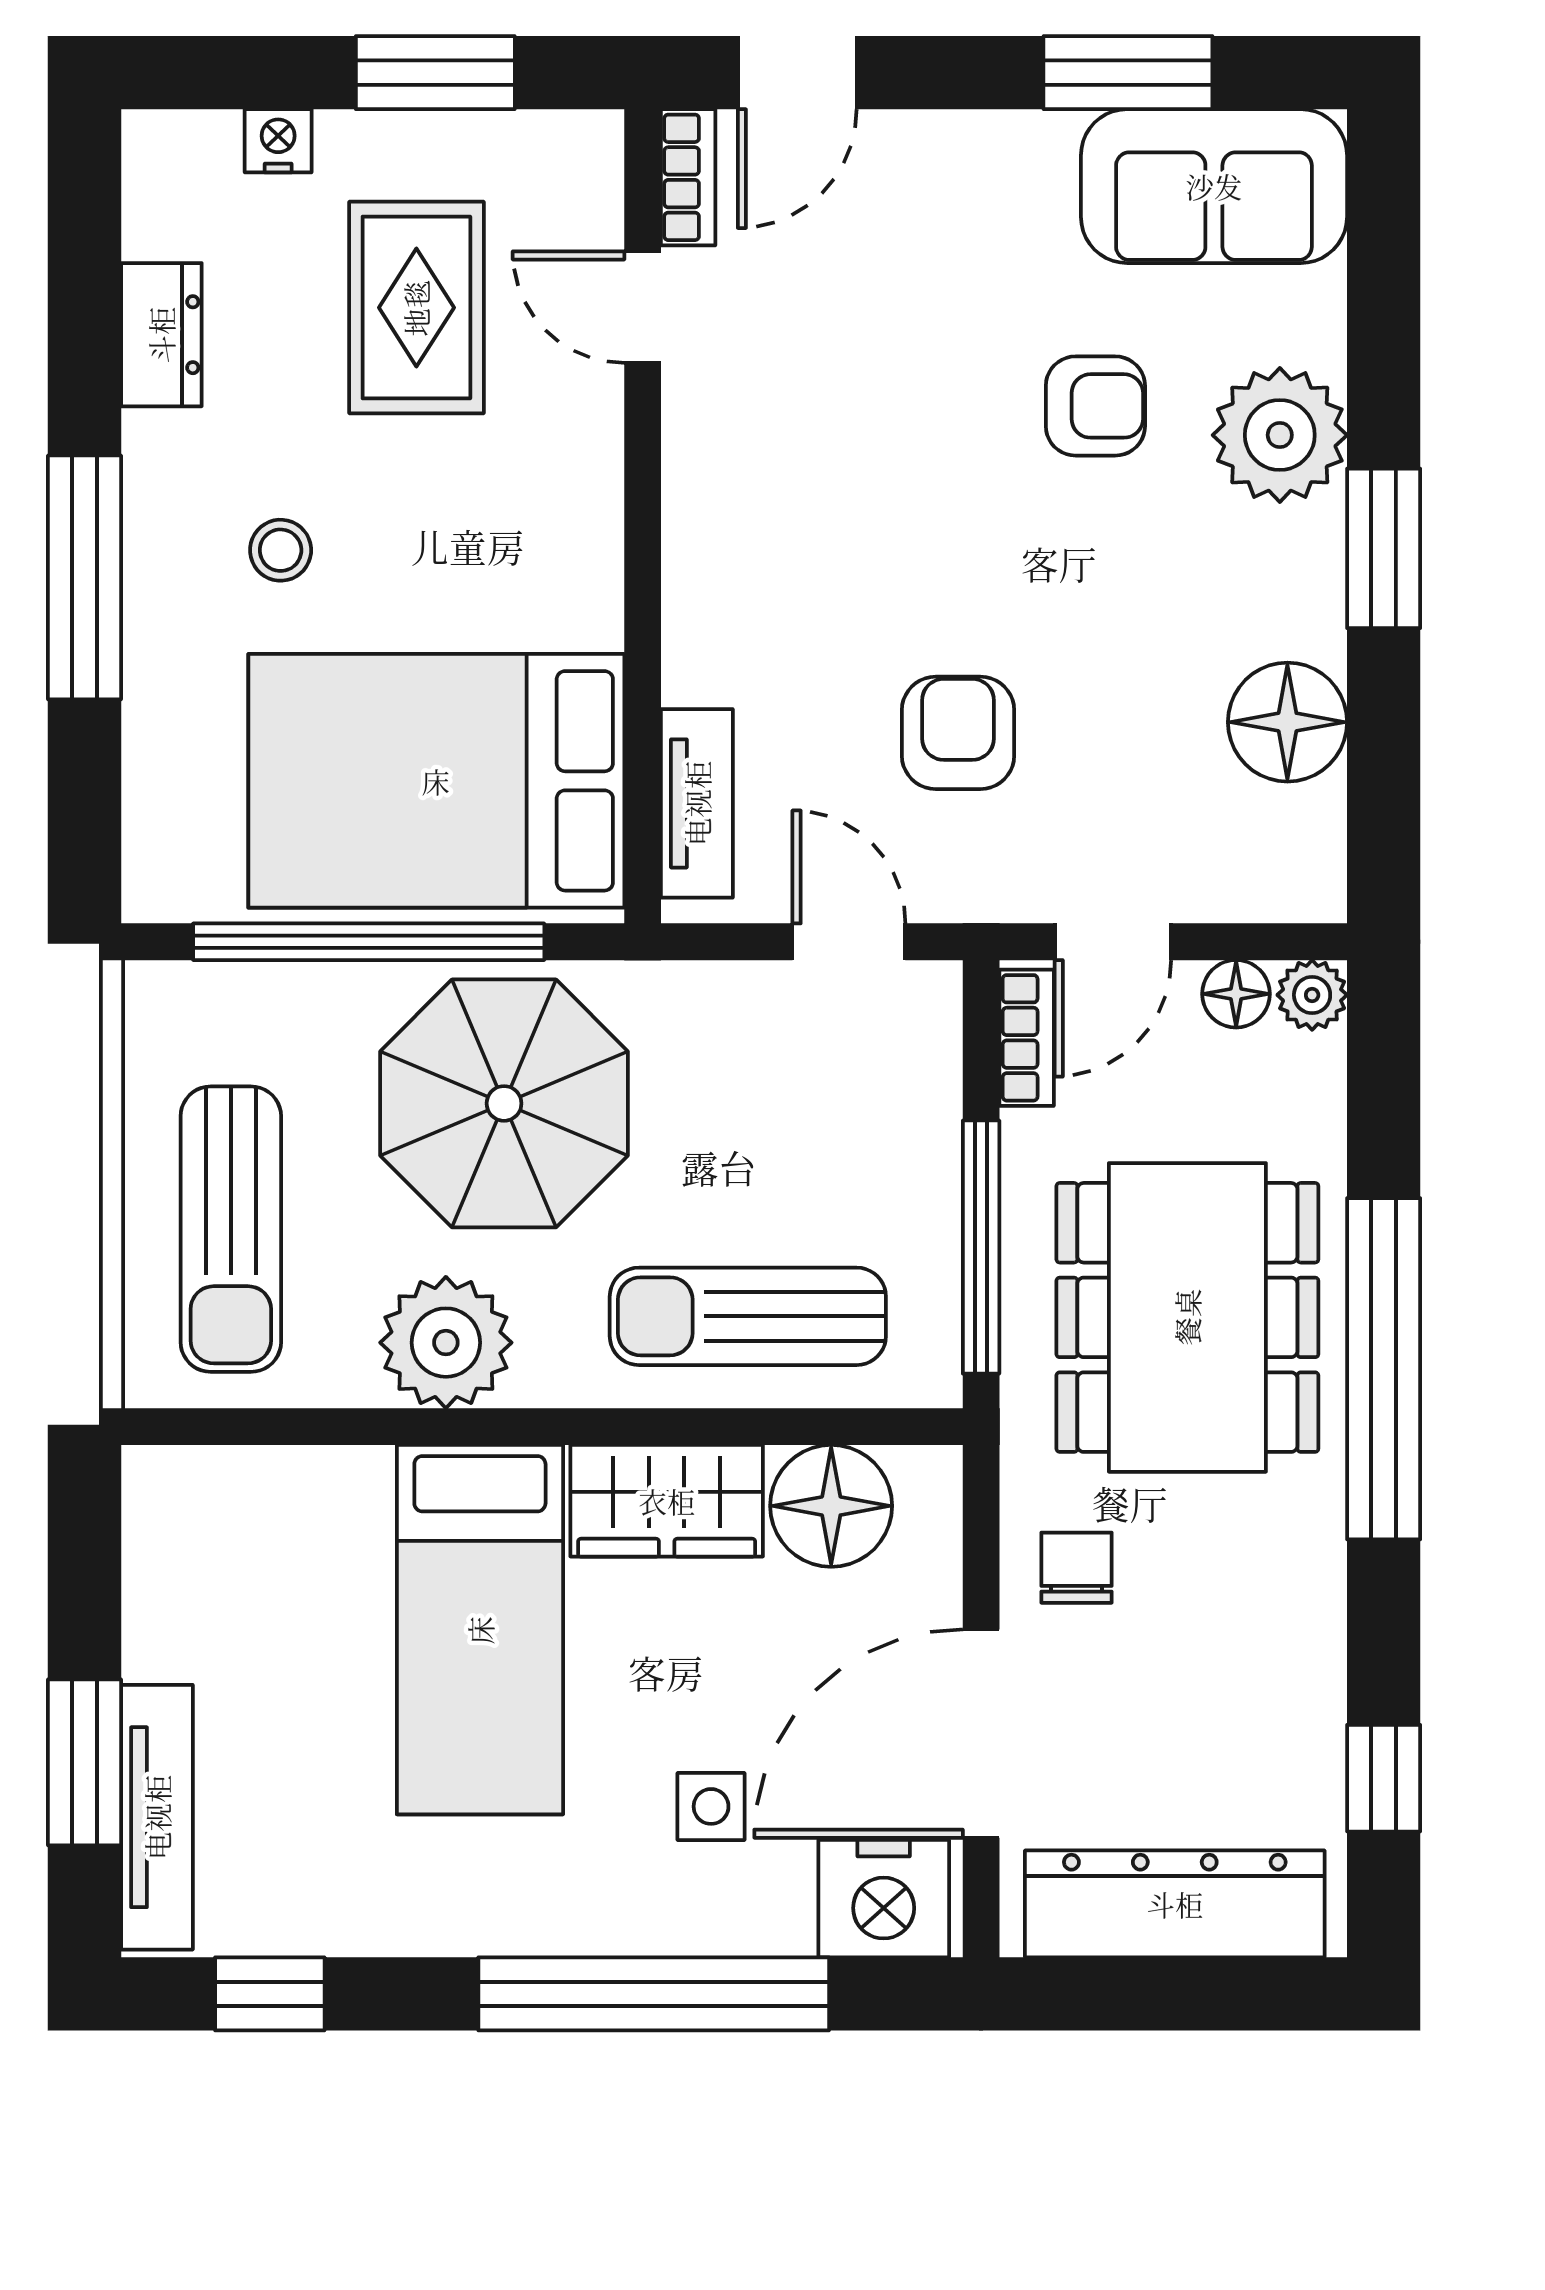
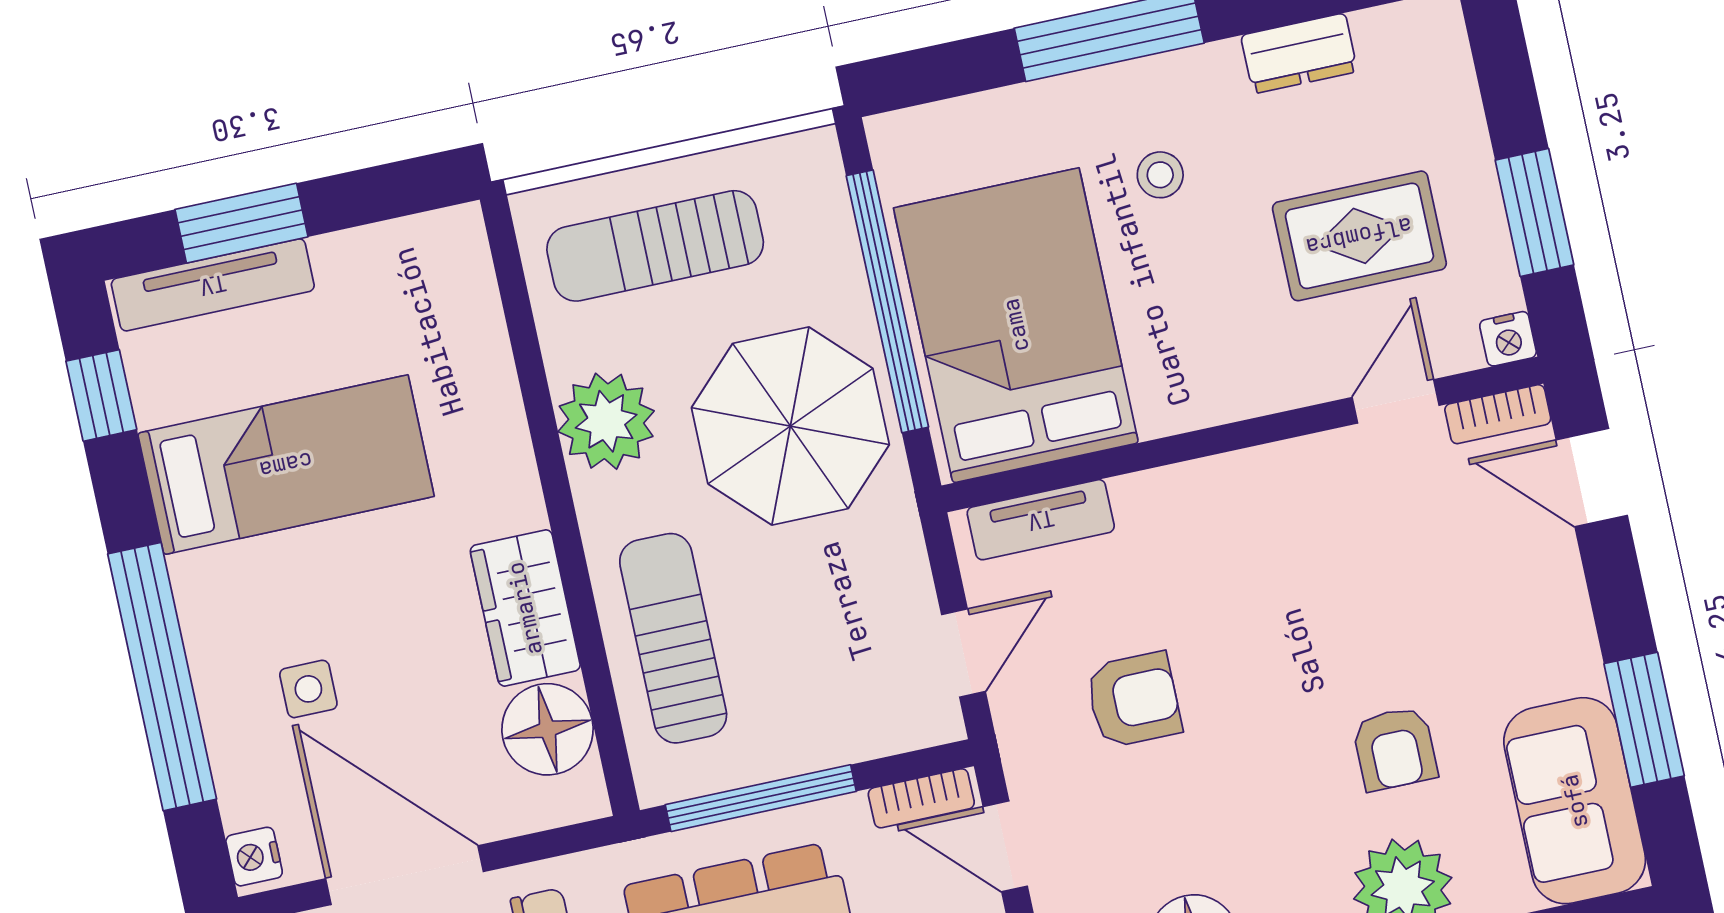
nightstand: (278, 141) -> (1508, 339), moved, turned 90
bed: (480, 1630) -> (286, 465), moved, turned 180
nightstand: (884, 1899) -> (254, 857), width x0.53, depth x0.56

